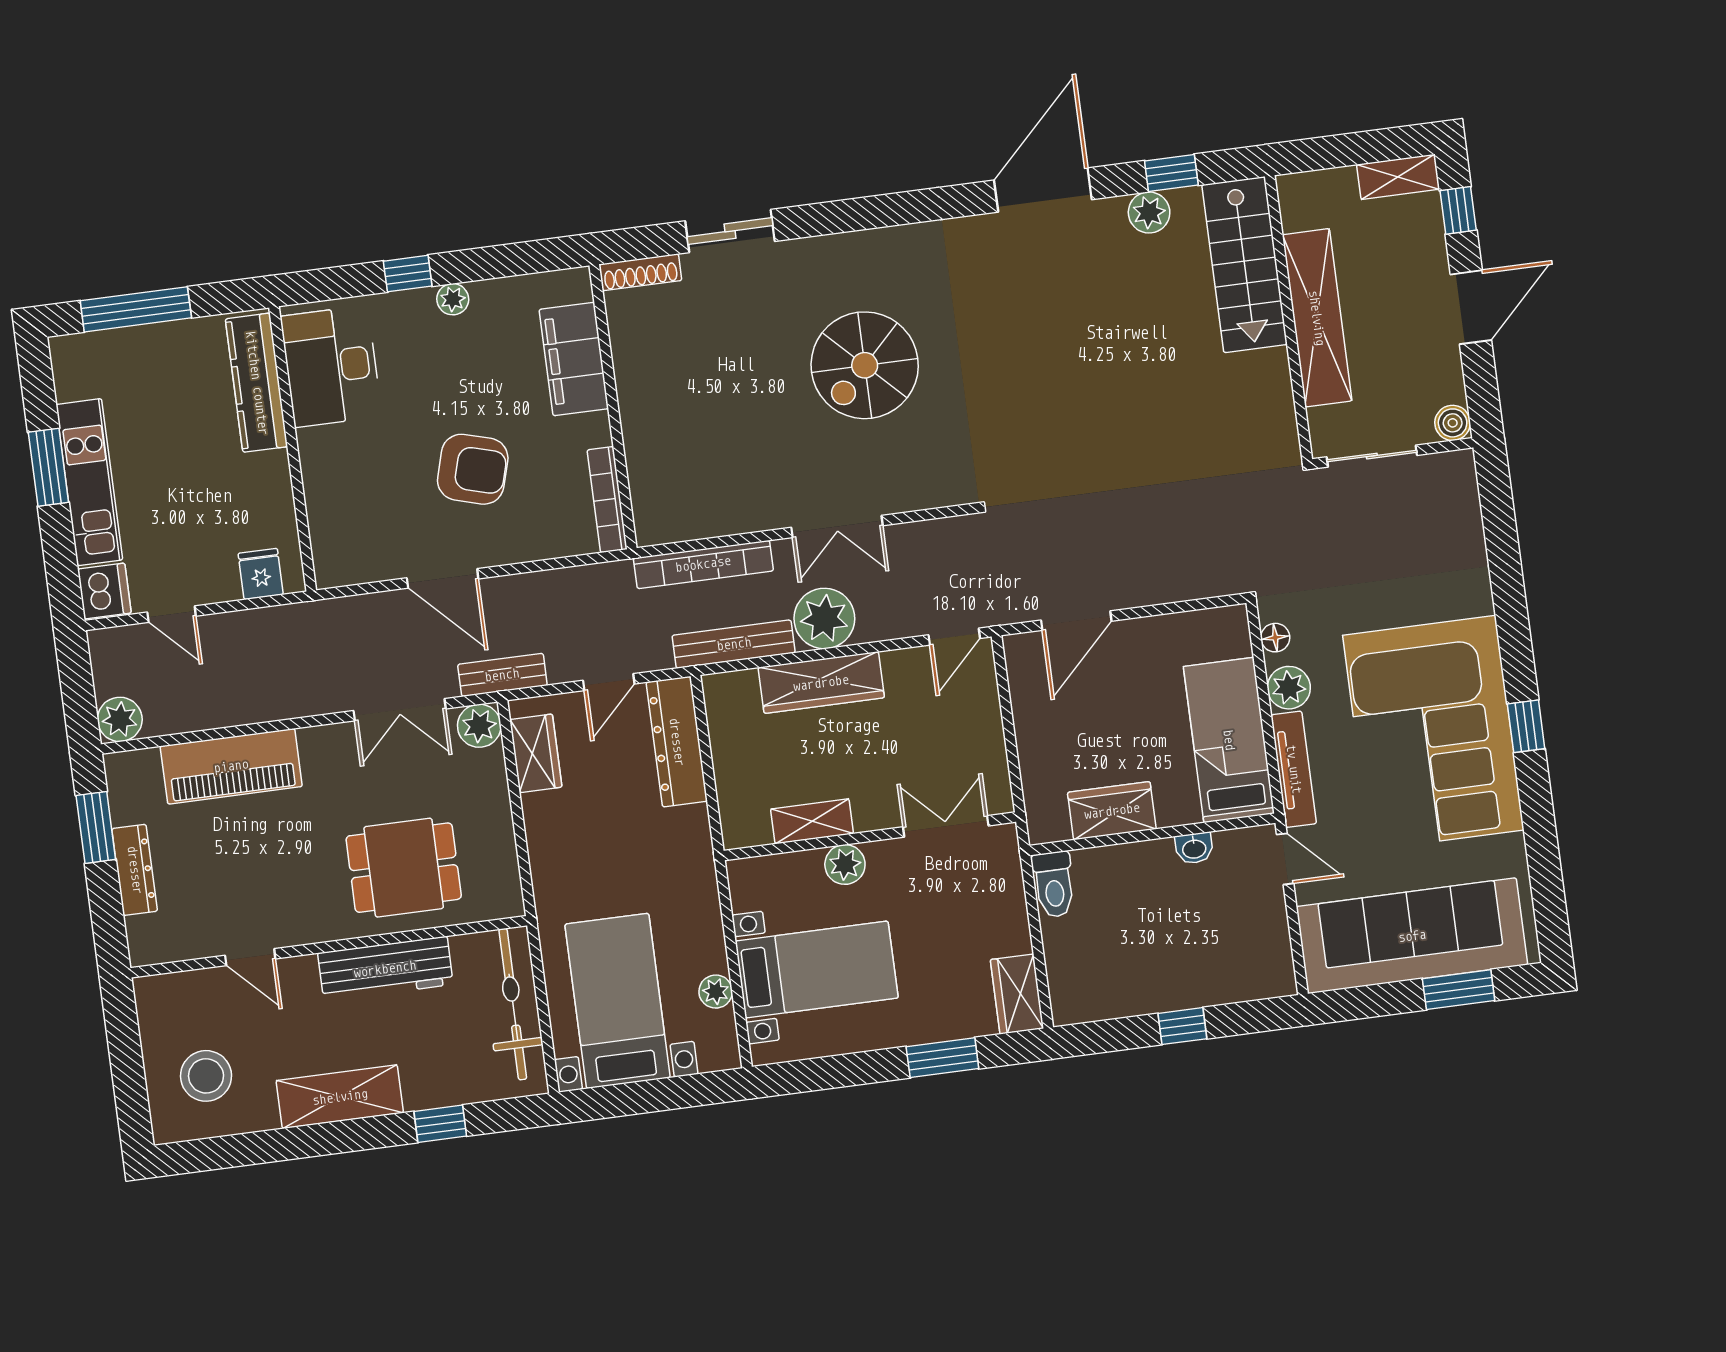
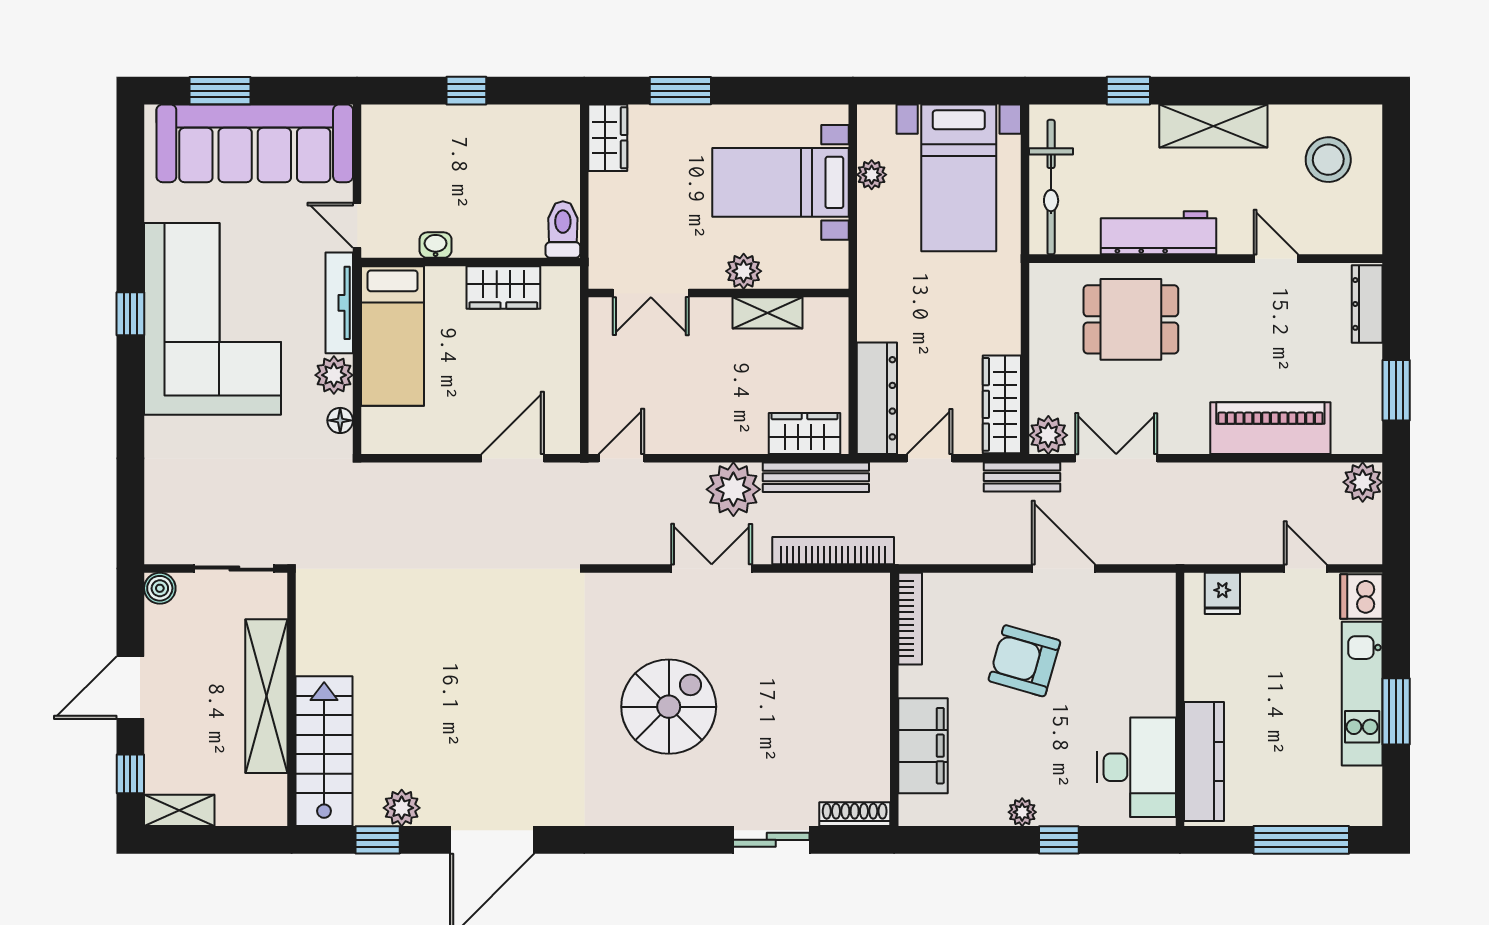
wardrobe: (821, 683) -> (804, 433), moved, width x0.67
wardrobe: (536, 753) -> (1002, 404), width x1.50
dresser: (135, 870) -> (1367, 304), moved

